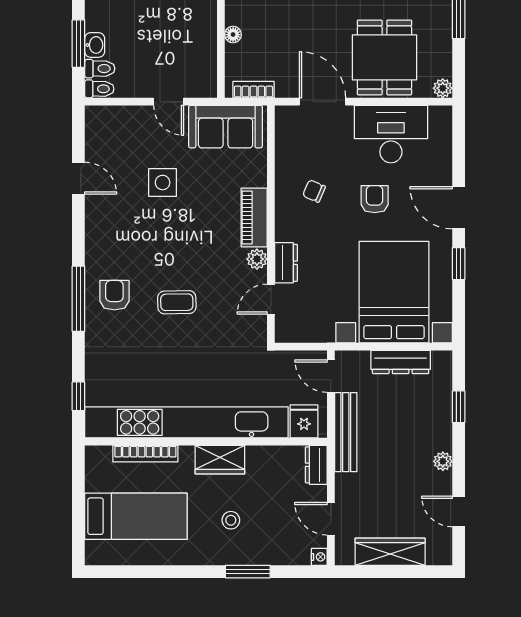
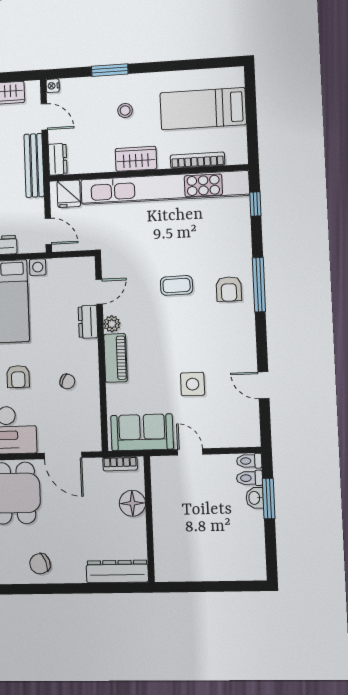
floor lamp: (233, 35) -> (132, 503), width x1.89, depth x1.89
bench: (346, 432) -> (34, 165), moved

